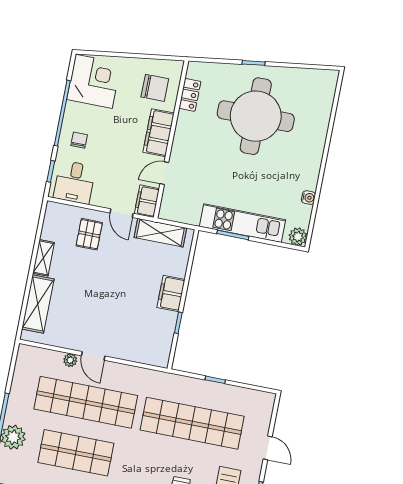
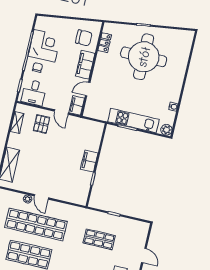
corner desk: (94, 81) -> (44, 46), moved
shelving: (160, 233) -> (84, 125), removed
shelving: (43, 258) -> (17, 123), moved
shop shelf: (192, 423) -> (99, 239), width x0.50, depth x0.74

